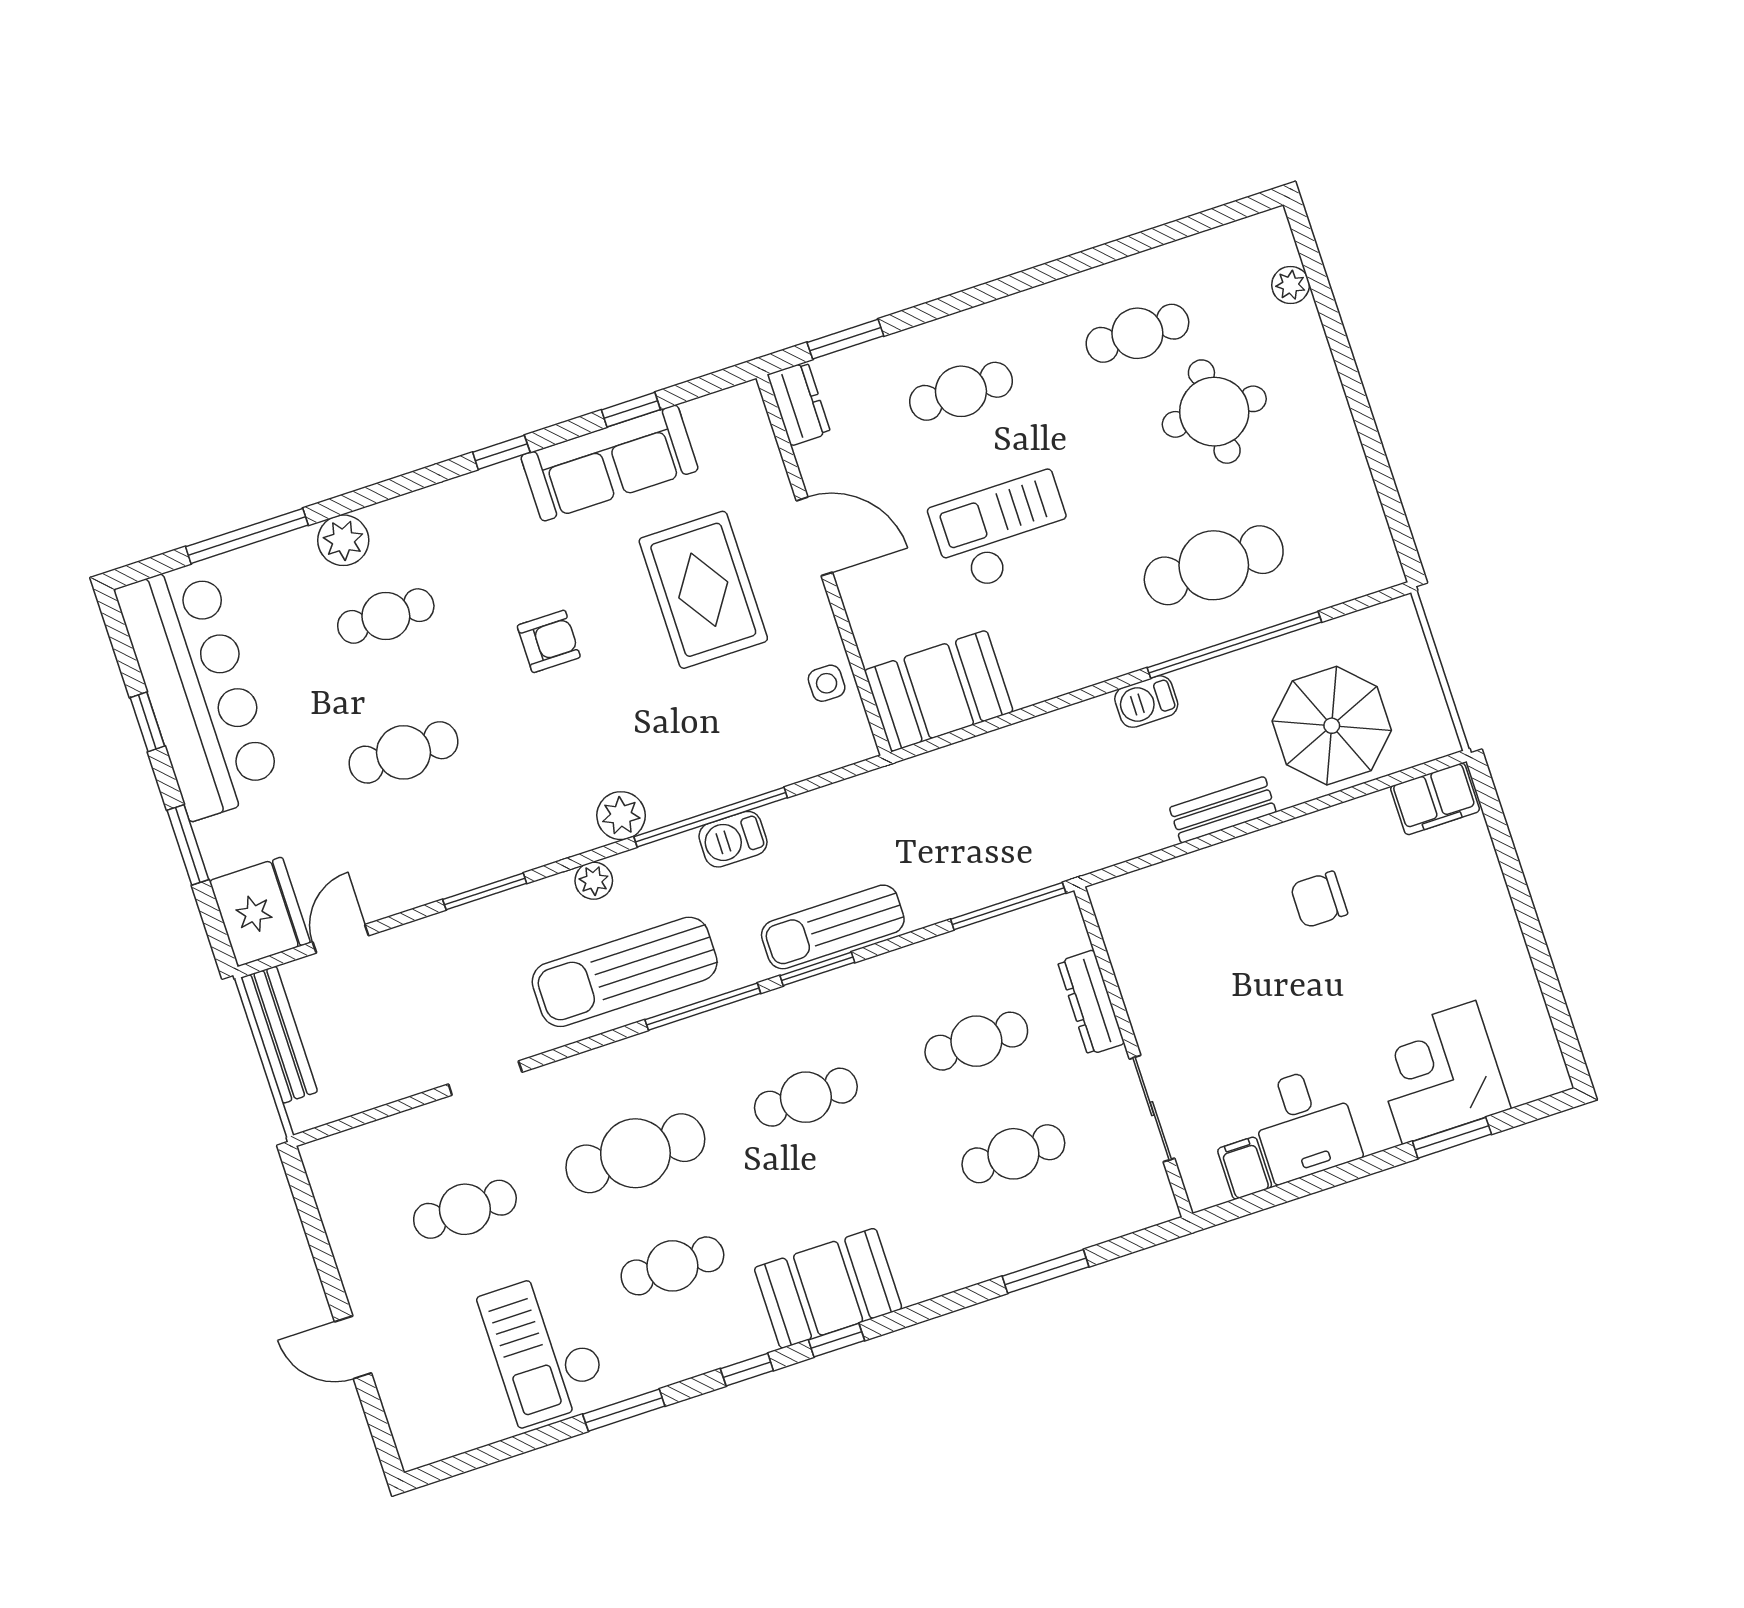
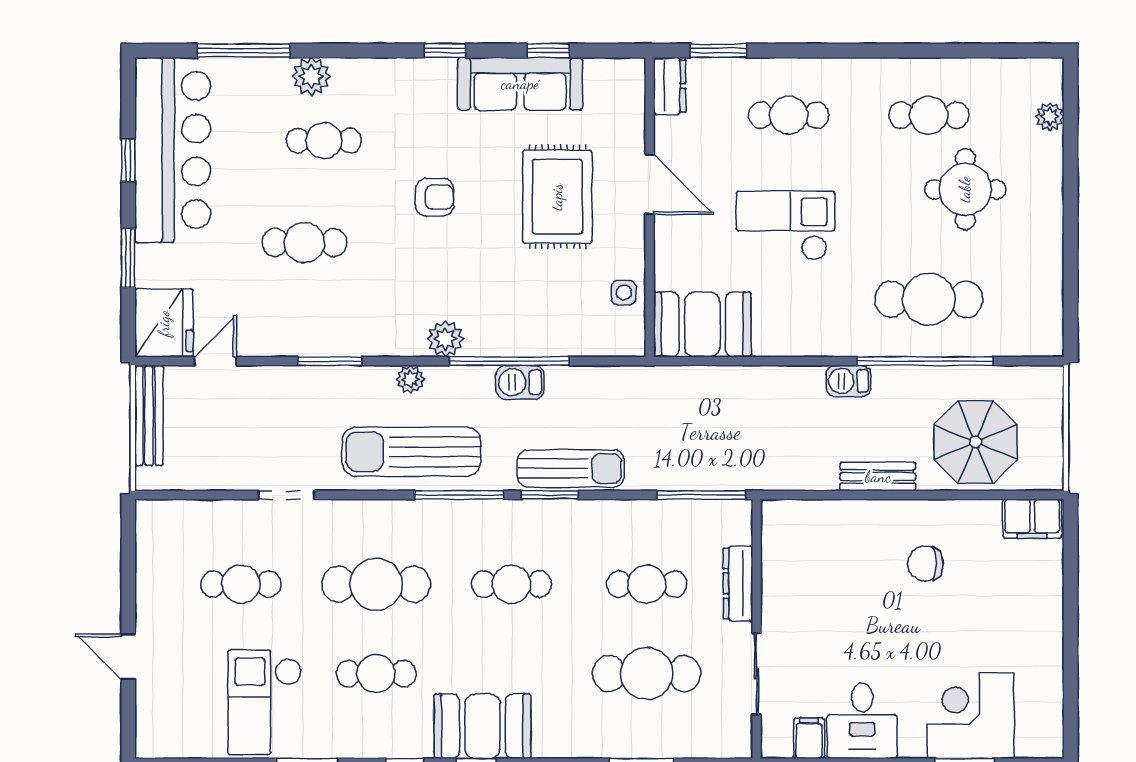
sun lounger: (833, 927) -> (571, 469), turned 180
cafe table: (1013, 1154) -> (647, 674), width x1.37, depth x1.35

